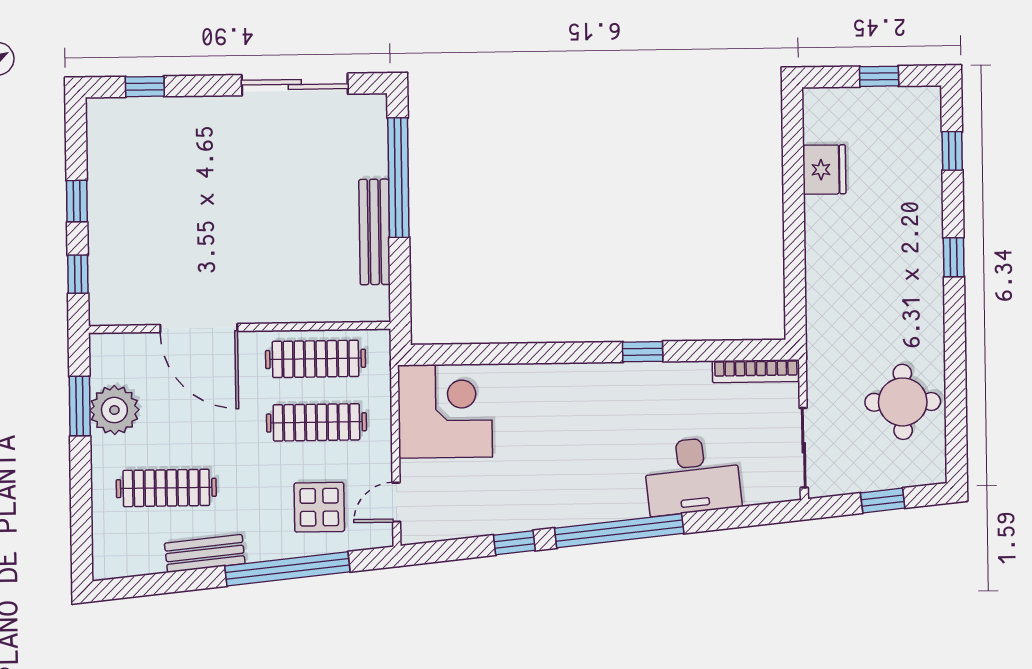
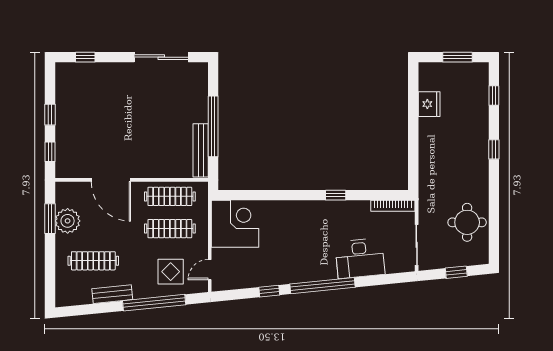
window: (879, 76) -> (457, 57), width x1.50
window: (398, 178) -> (213, 126), moved
bench: (374, 232) -> (201, 150), moved

